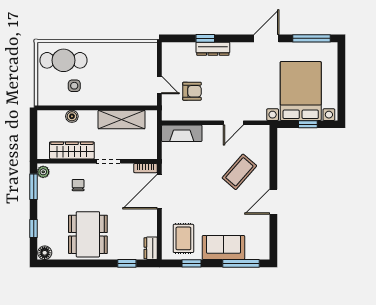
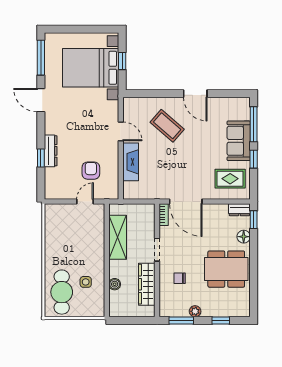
fireplace: (182, 133) -> (131, 162), moved
plant: (43, 172) -> (195, 311), moved
floor lamp: (45, 253) -> (244, 237), moved
window: (127, 263) -> (254, 220), moved
window: (191, 263) -> (254, 159), moved

